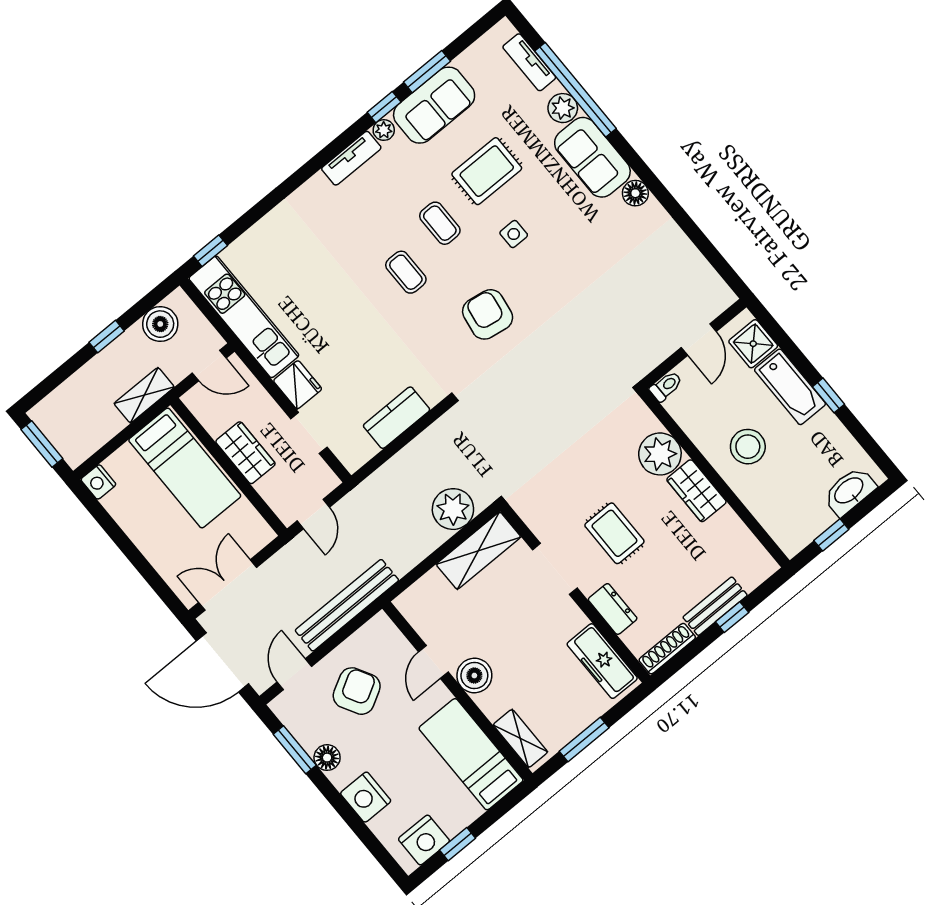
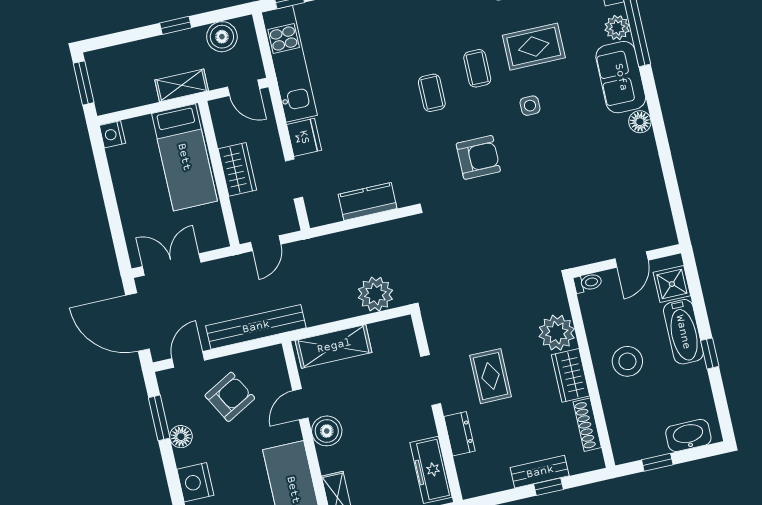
armchair: (488, 314) -> (478, 157), turned 81
shelving: (479, 551) -> (334, 346), moved
shoe rack: (667, 649) -> (587, 425), moved, turned -90

